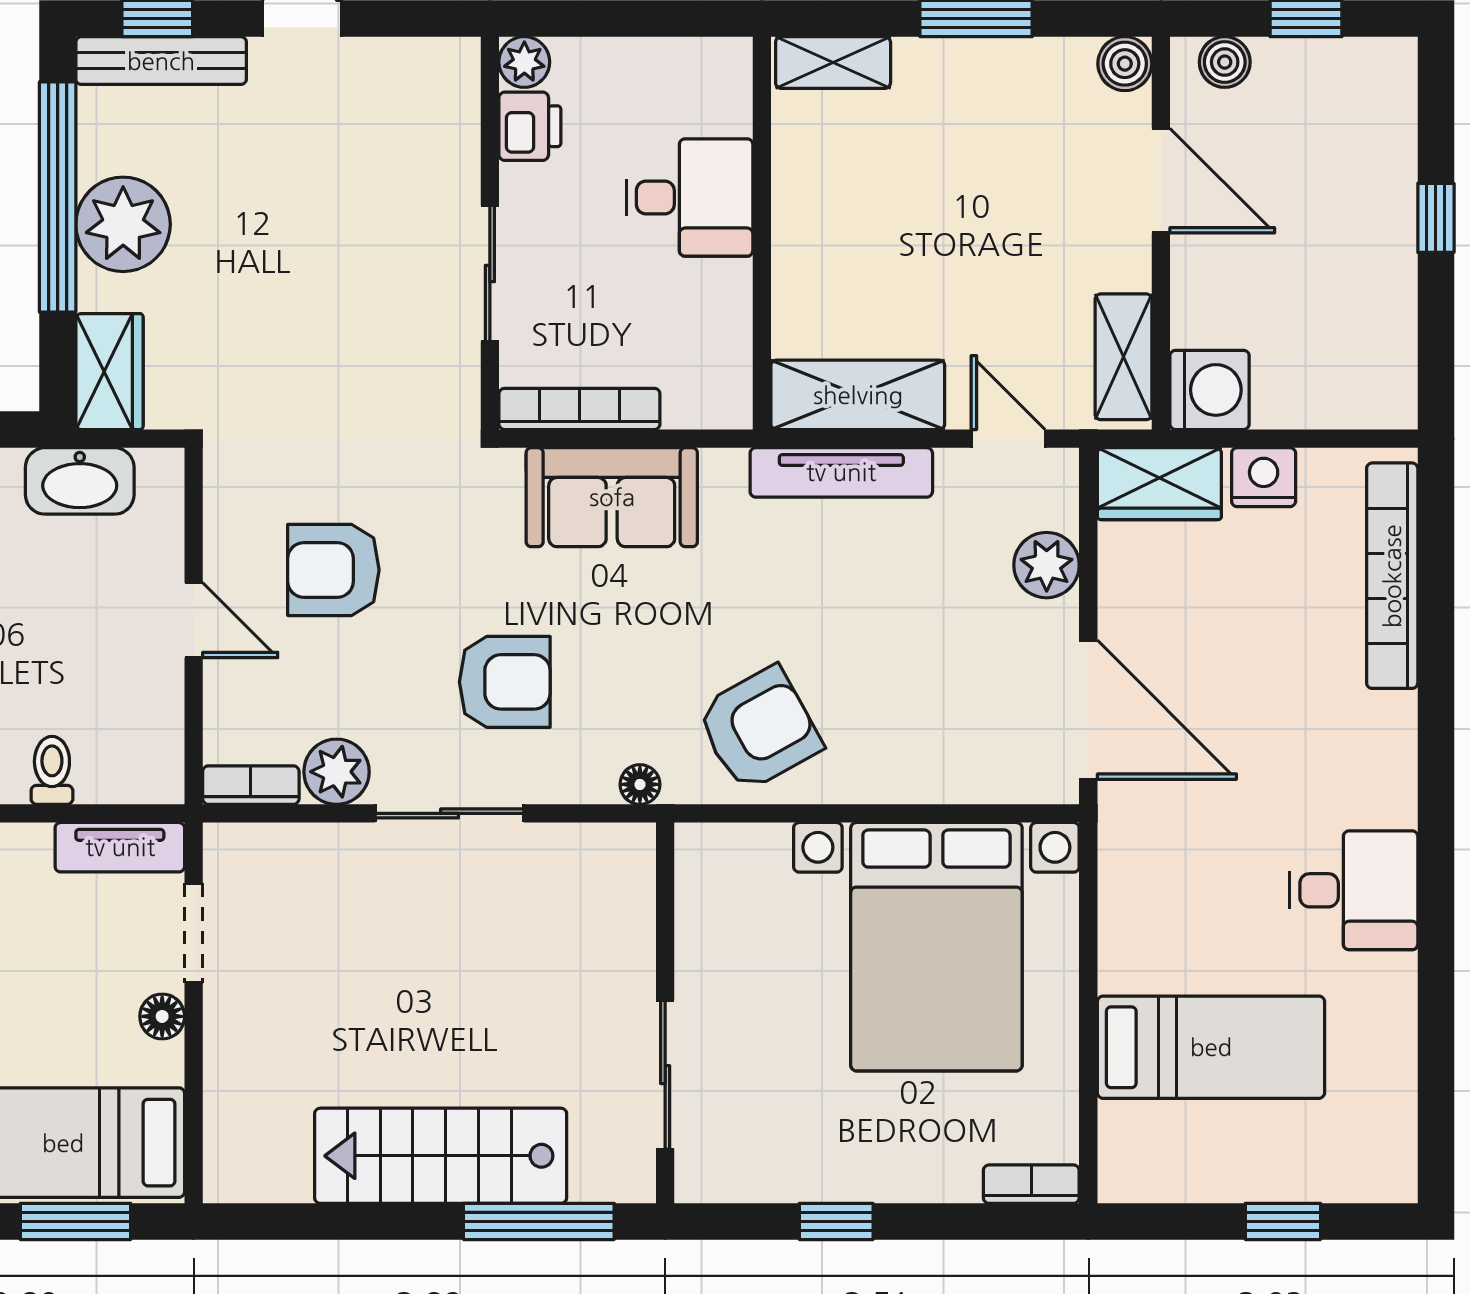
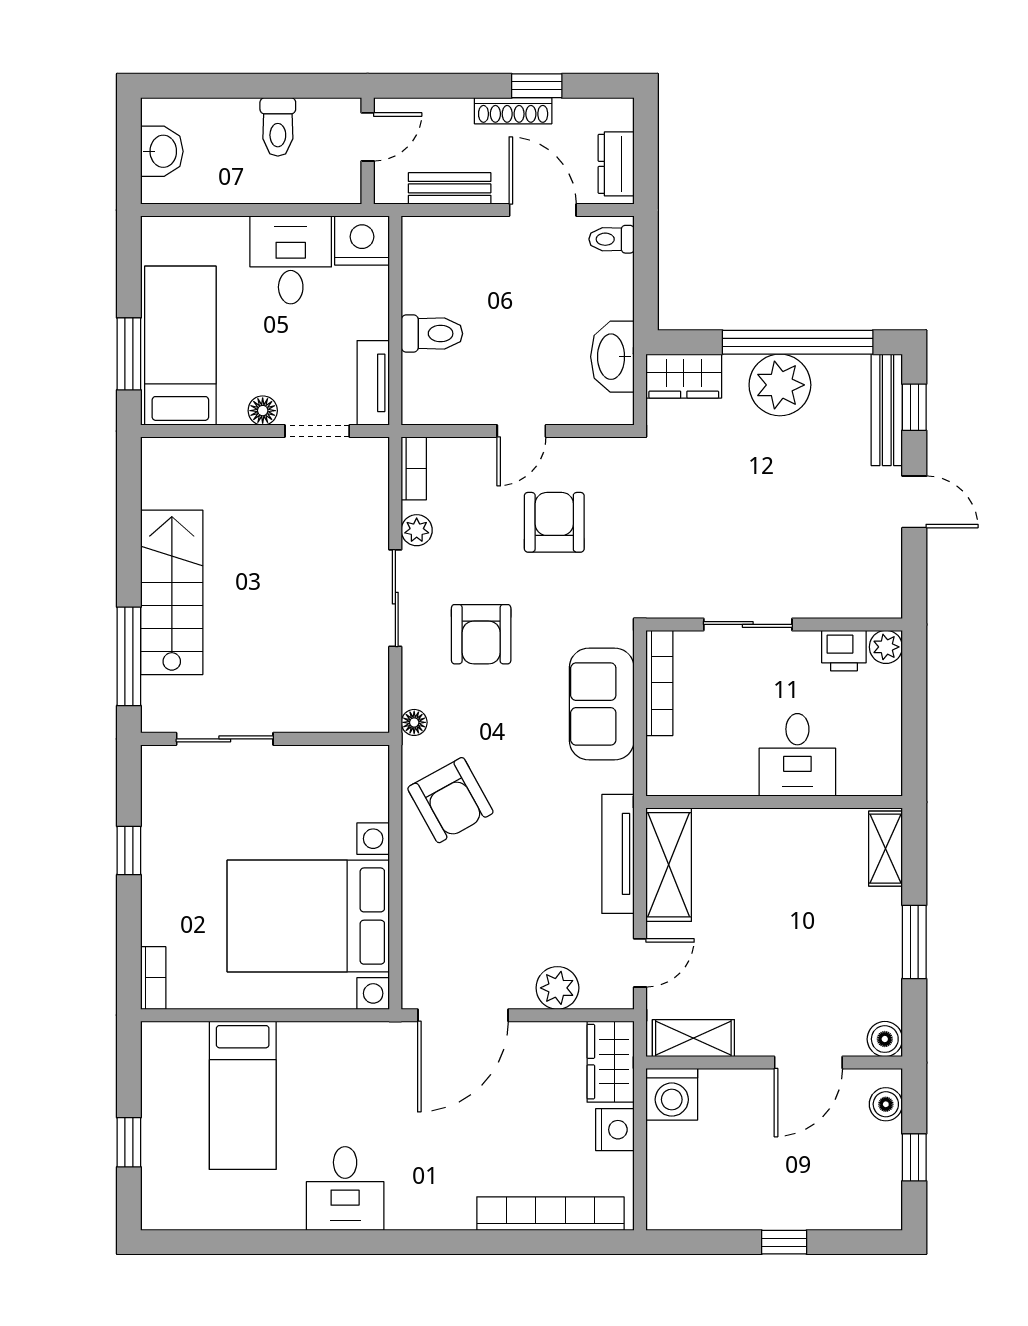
toilet: (52, 770) -> (432, 334), width x1.37, depth x1.39
plant: (337, 772) -> (417, 530), width x0.73, depth x0.73

